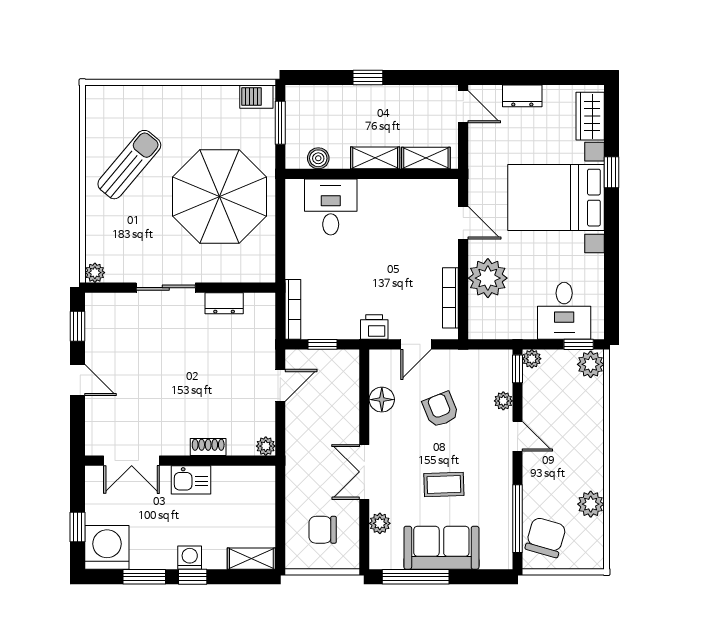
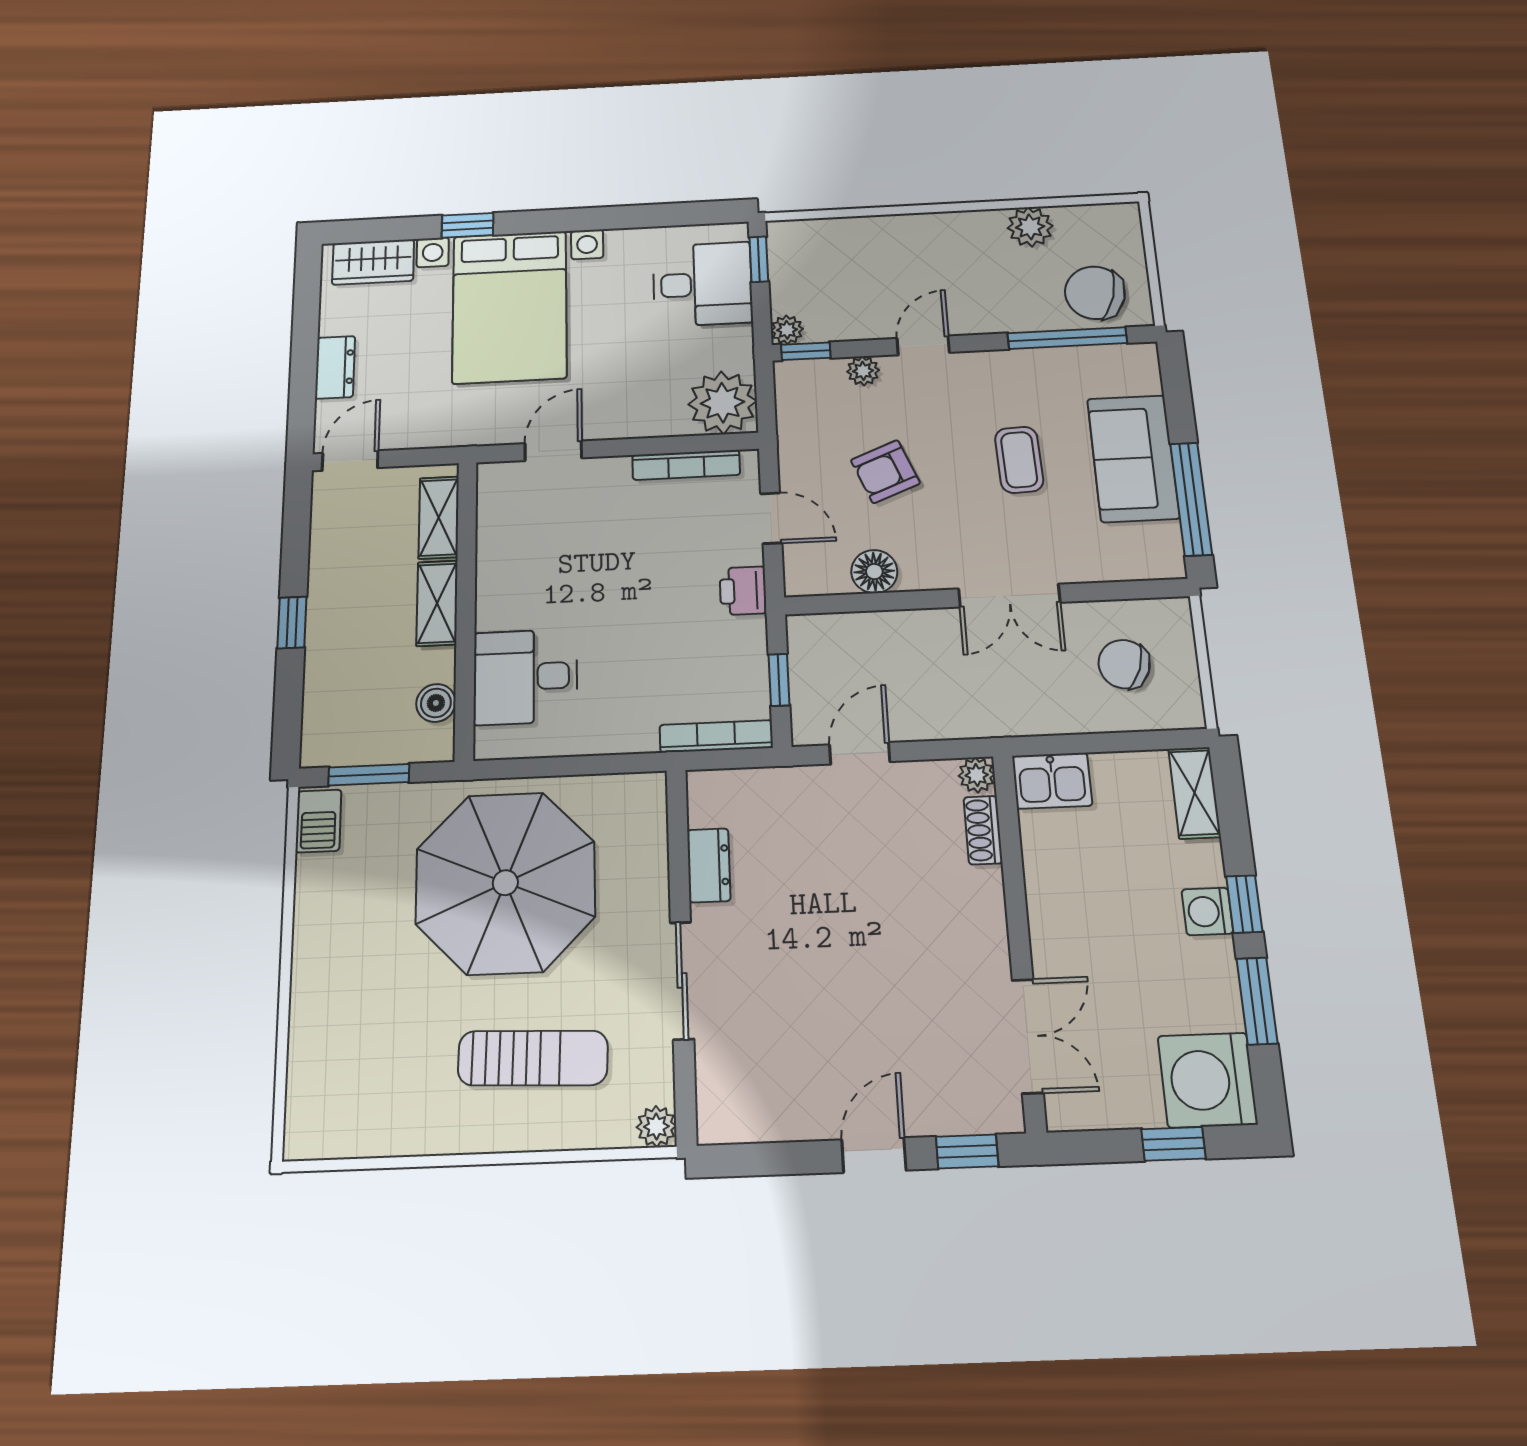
sun lounger: (129, 165) -> (533, 1058), moved, turned 142
plant: (488, 278) -> (722, 403), moved
window: (78, 326) -> (967, 1152), moved
plant: (591, 364) -> (792, 240), removed
door: (280, 385) -> (860, 753), hinge flipped
shoe rack: (208, 447) -> (983, 830), moved
kitchen sink: (191, 480) -> (1052, 781), moved, turned 90
plant: (380, 523) -> (1101, 564), removed
chair: (323, 530) -> (1124, 664), turned 110

